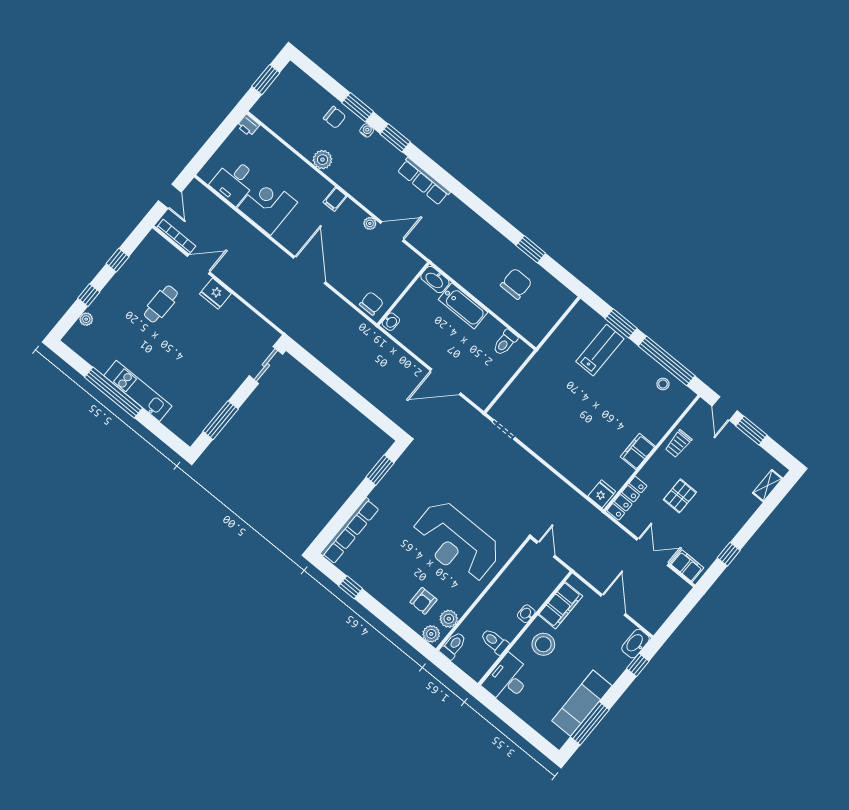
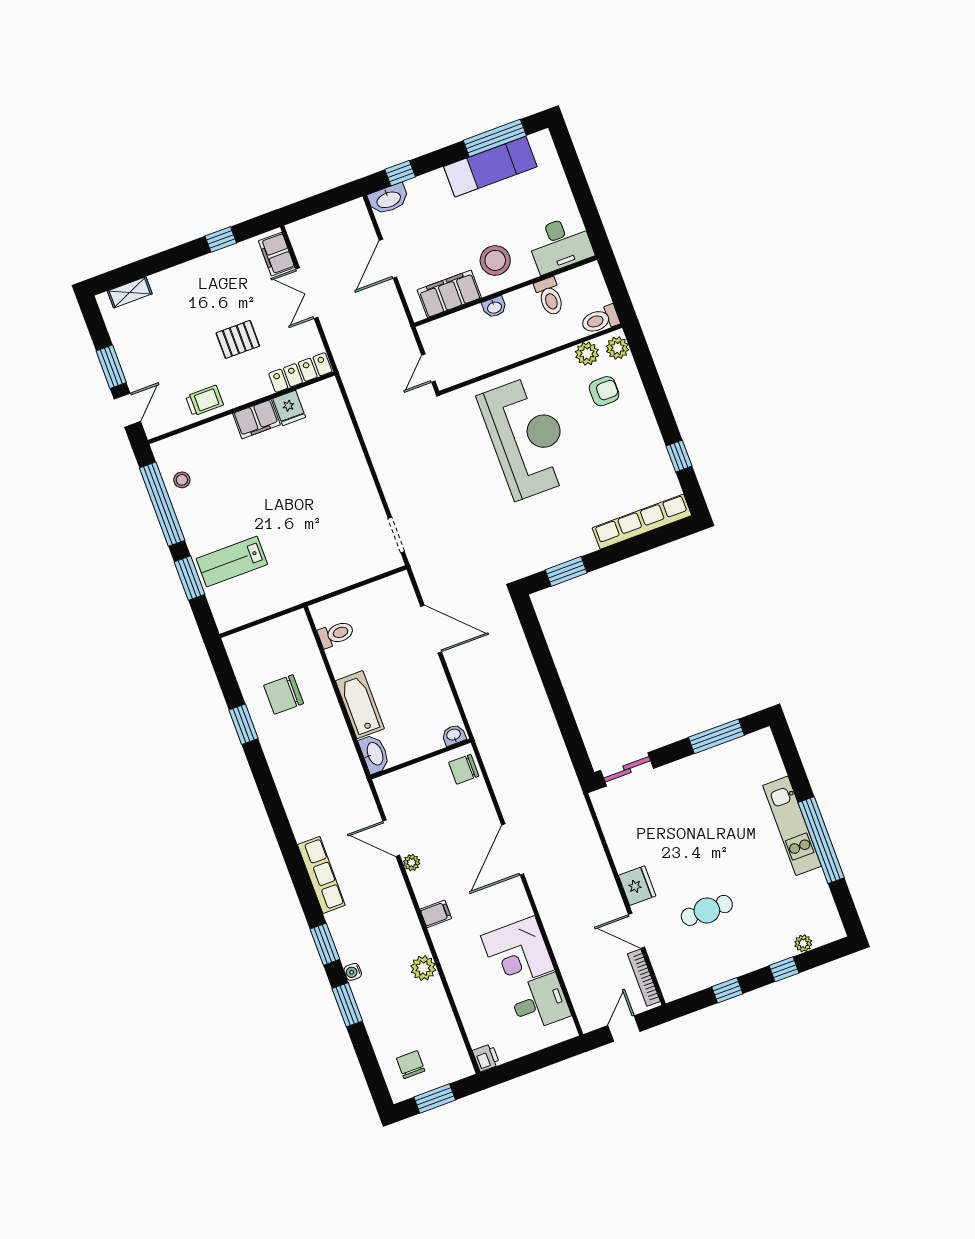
chair: (335, 117) -> (411, 1065), moved
fridge: (602, 494) -> (289, 408), moved, turned -90

